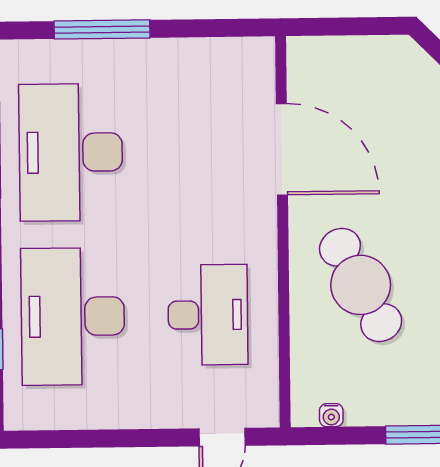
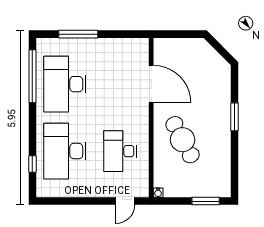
desk: (208, 315) -> (120, 151), turned 180
water cooler: (331, 415) -> (158, 193), moved

